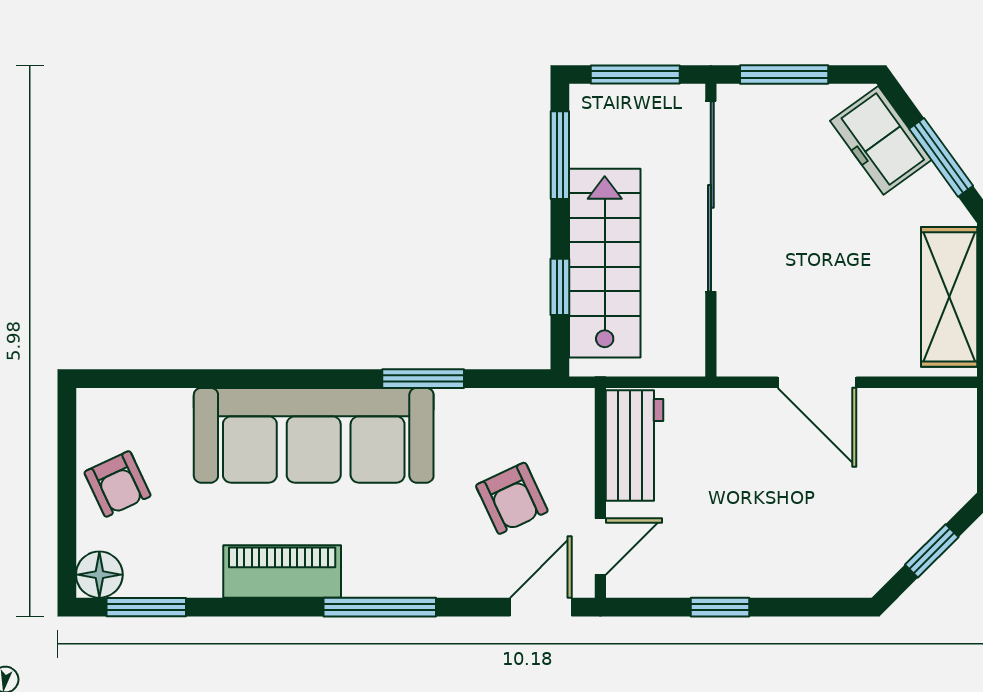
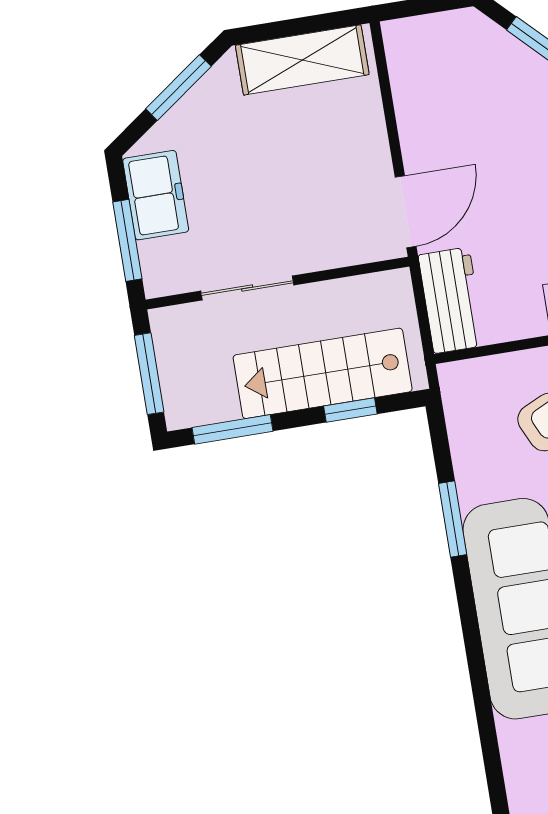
freezer: (881, 140) -> (156, 195), moved, turned -54
sliding door: (711, 196) -> (247, 288), width x0.54
door: (817, 382) -> (406, 212), moved
workbench: (634, 445) -> (451, 300), moved, turned 90

